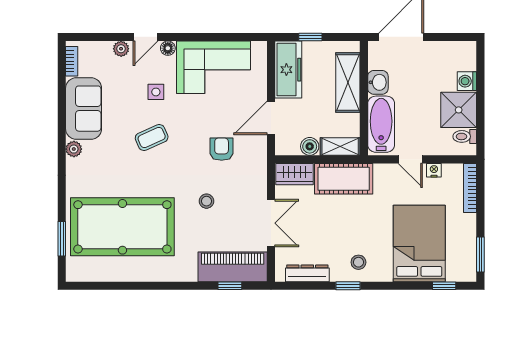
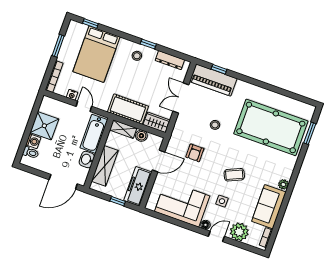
plant: (121, 49) -> (239, 232), width x1.88, depth x1.88
toilet: (465, 136) -> (31, 153), moved
window: (480, 254) -> (58, 46), moved

